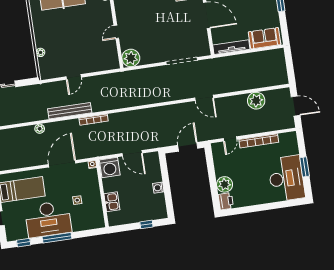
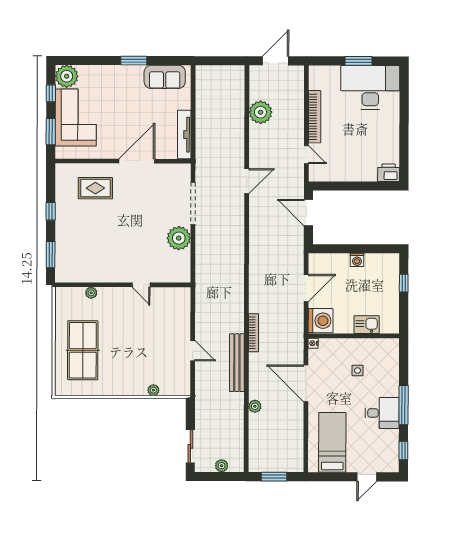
sofa: (265, 38) -> (165, 77), moved, turned -90
plant: (131, 58) -> (179, 238), moved
plant: (225, 184) -> (366, 171), removed
desk: (48, 219) -> (382, 413), width x0.53, depth x0.77

